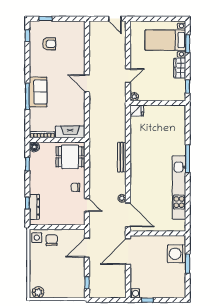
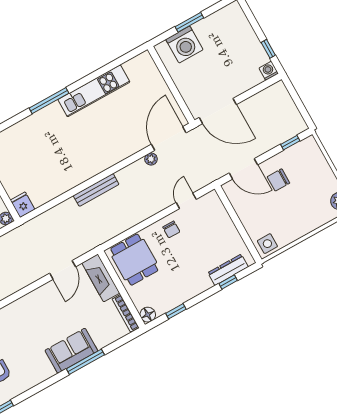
door: (87, 83) -> (63, 270), moved
kitchen unit: (179, 187) -> (94, 91), width x0.73
chair: (52, 240) -> (278, 180), moved

